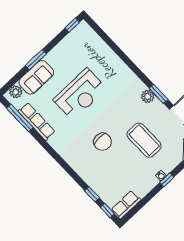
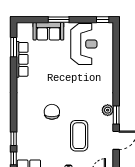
plant: (16, 92) -> (27, 28), removed
reception desk: (80, 94) -> (84, 44), moved, turned -90
window: (20, 118) -> (14, 47), width x0.69
chair: (103, 142) -> (52, 112), turned 180

